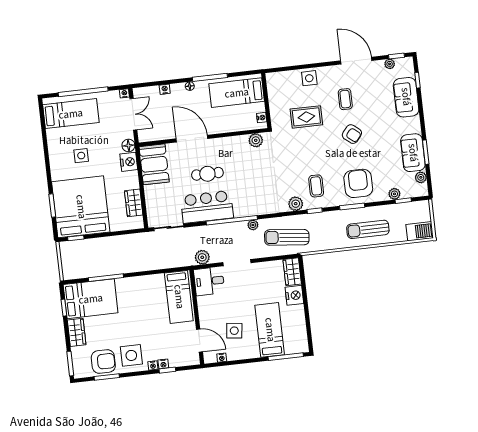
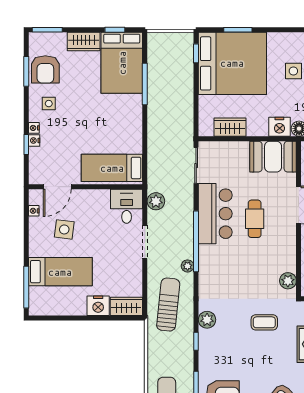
coffee table: (316, 186) -> (264, 322), moved
side table: (131, 355) -> (49, 104), width x0.54, depth x0.54

